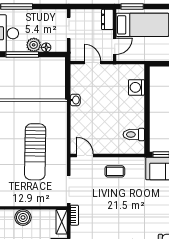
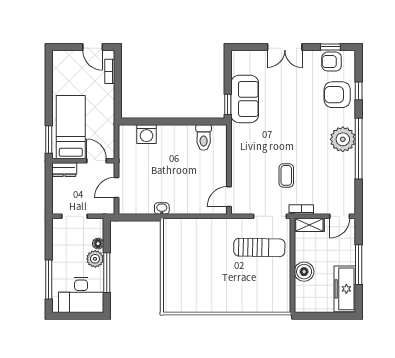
sun lounger: (35, 152) -> (259, 247), moved, width x0.73, depth x0.75
coffee table: (115, 171) -> (286, 175), moved

